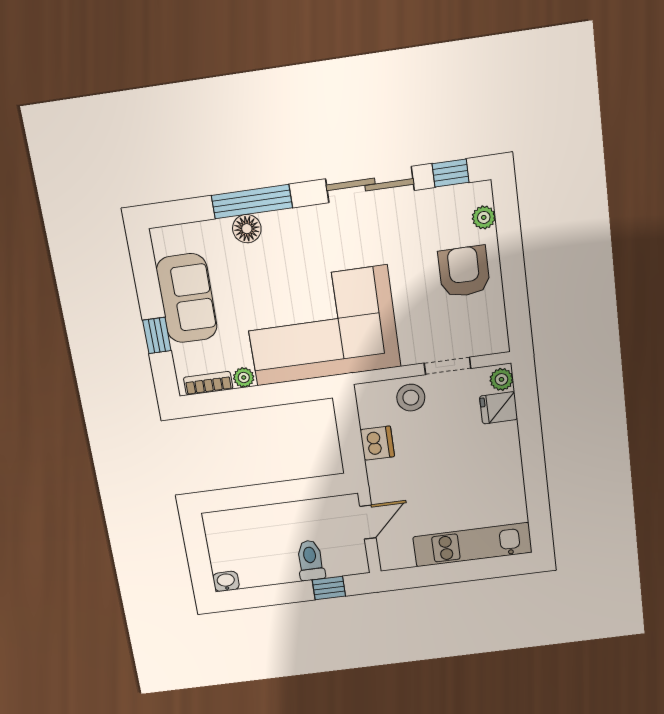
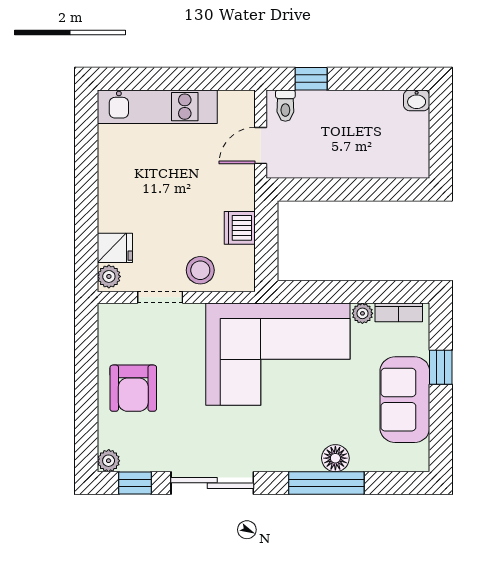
plant: (484, 217) -> (109, 461), moved
toilet: (310, 560) -> (285, 106), moved, width x0.73, depth x0.72

